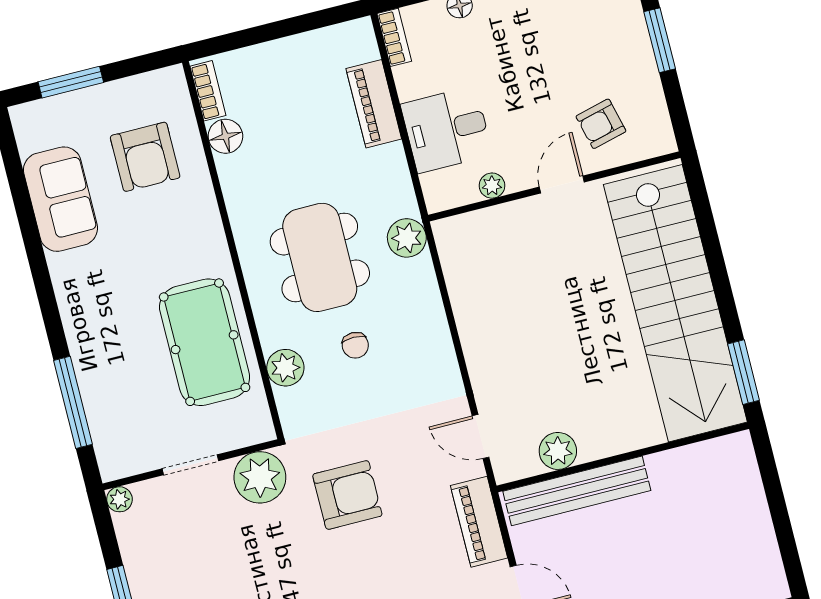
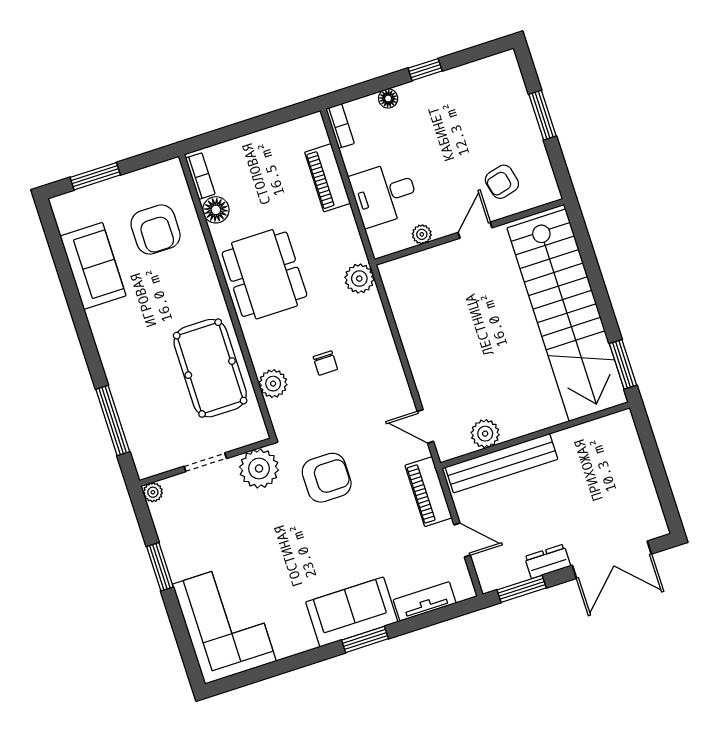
dining table: (320, 257) -> (264, 274), moved

